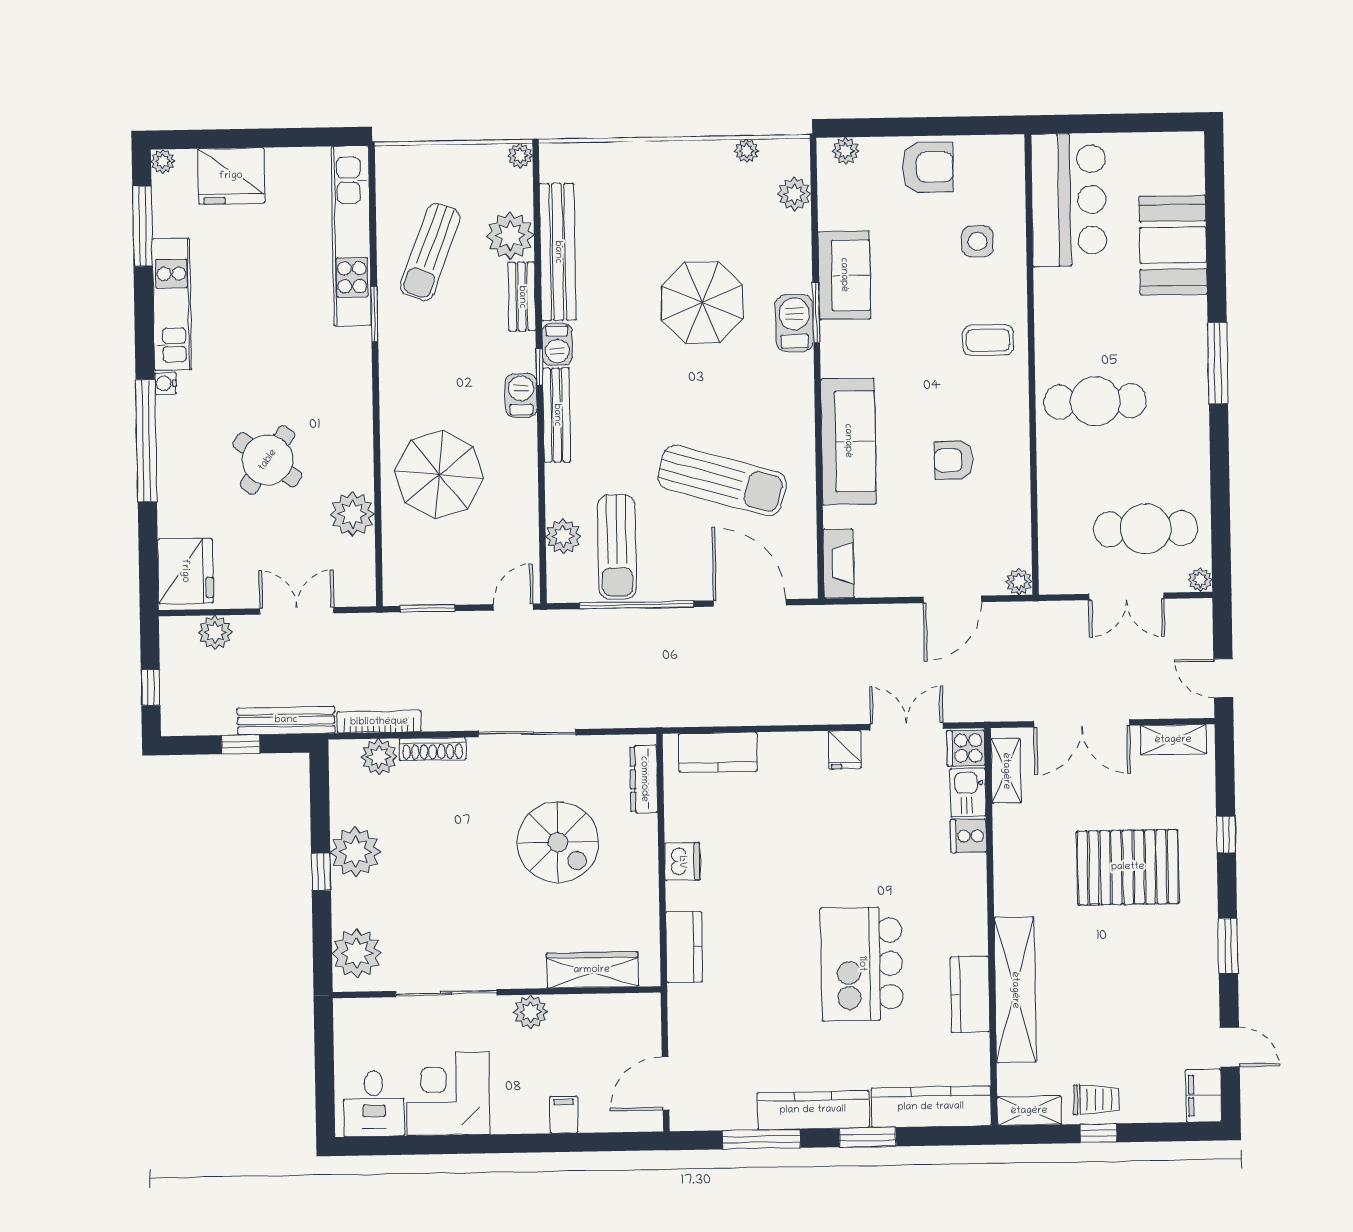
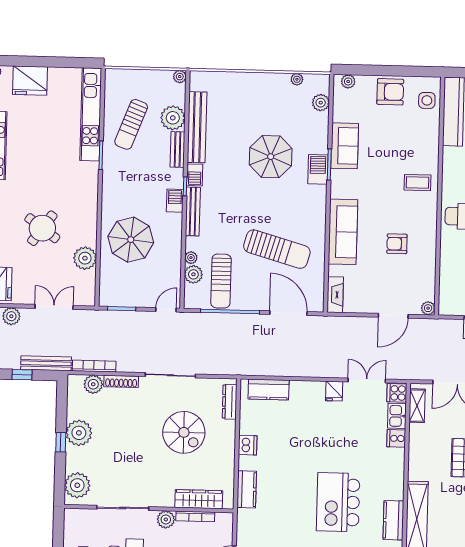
side table: (977, 241) -> (427, 100), moved
plant: (557, 504) -> (191, 258), added
bookcase: (587, 1003) -> (195, 516), added

